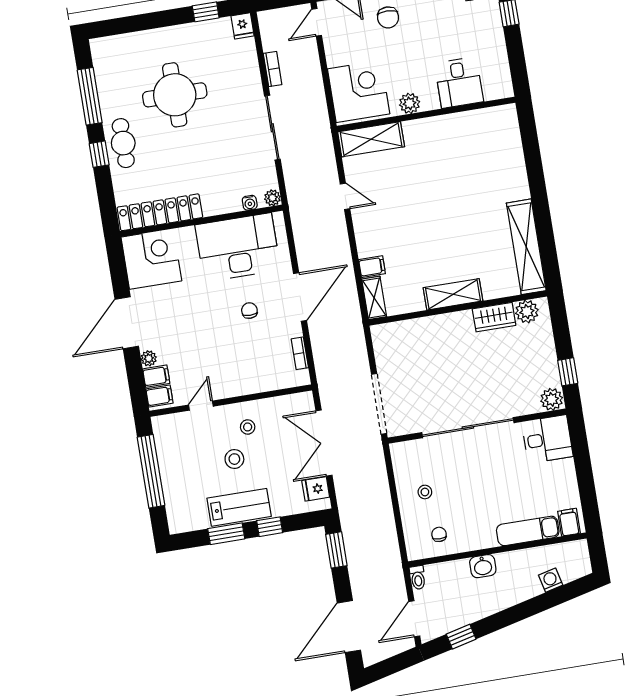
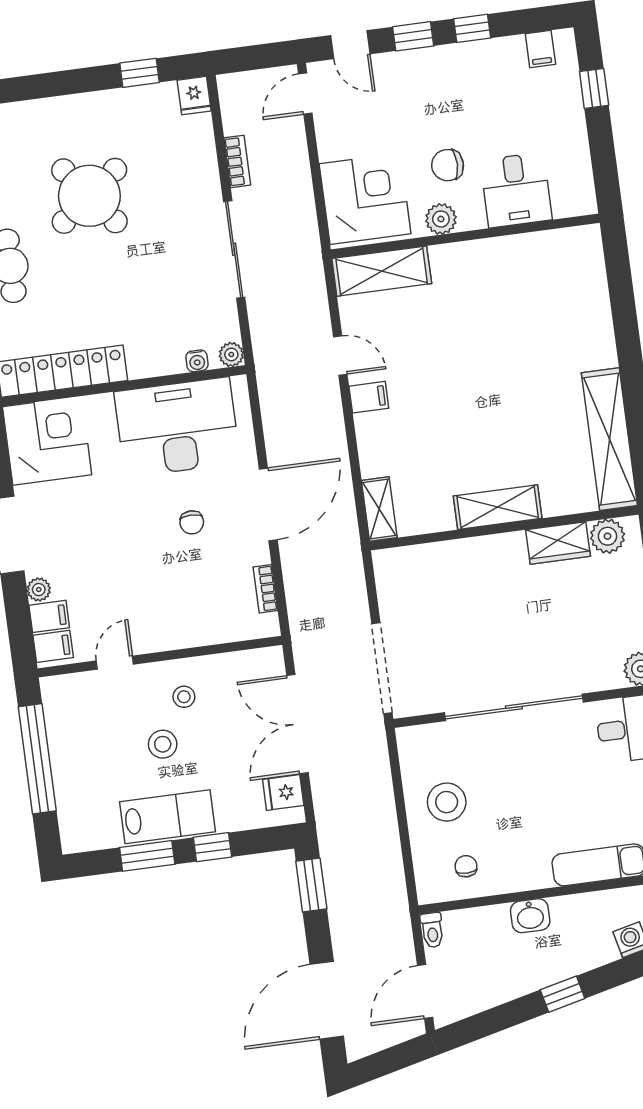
chair: (388, 17) -> (448, 165), moved, turned 90
round table: (175, 95) -> (89, 196), turned -38
filing cabinet: (372, 267) -> (369, 397), moved
chair: (249, 311) -> (192, 522), turned 180
stool: (425, 492) -> (447, 802), width x1.89, depth x1.89
window: (461, 637) -> (563, 994), moved

